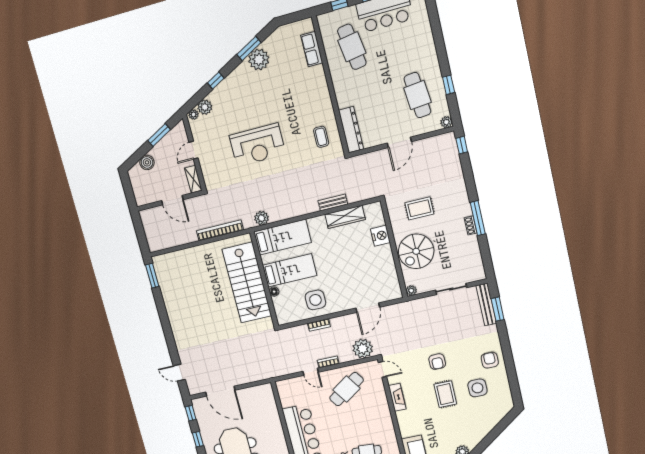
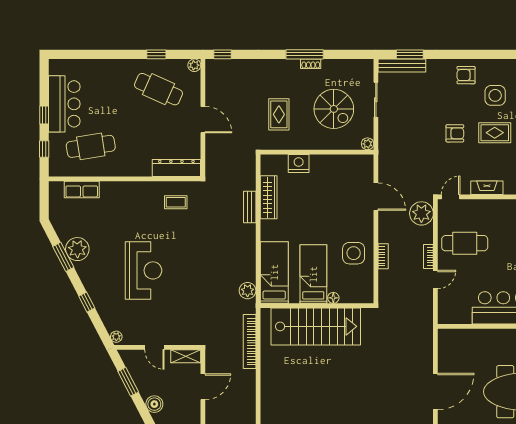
cafe table: (417, 95) -> (158, 89), turned 30
plant: (205, 107) -> (112, 322), removed
reception desk: (257, 145) -> (143, 270), moved
spiral stairs: (416, 251) -> (334, 109), moved
cafe table: (346, 389) -> (465, 243), turned -56

